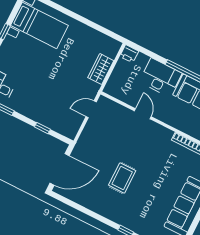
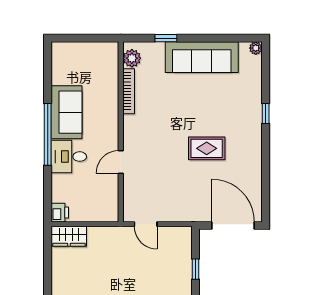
wardrobe: (101, 69) -> (69, 236), moved
desk: (161, 77) -> (69, 157), width x0.73

